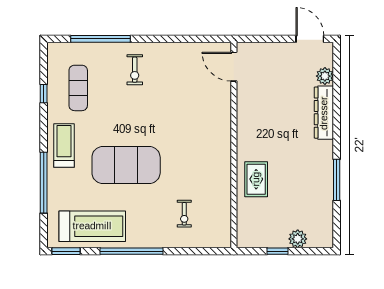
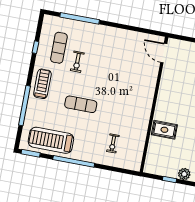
exercise bike: (135, 70) -> (77, 62), moved
exercise mat: (126, 165) -> (81, 104), width x0.50, depth x0.69
rug: (256, 179) -> (164, 130), turned 90
treadmill: (92, 226) -> (51, 140), turned 180

